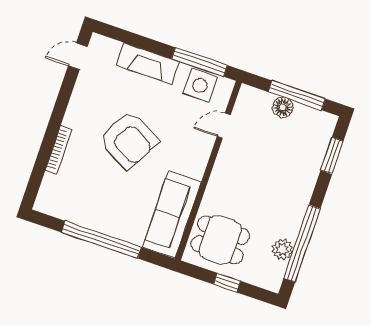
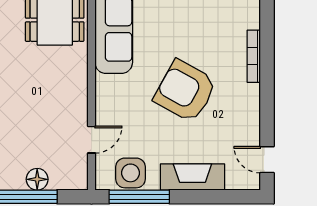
door: (78, 56) -> (267, 160), swing flipped

